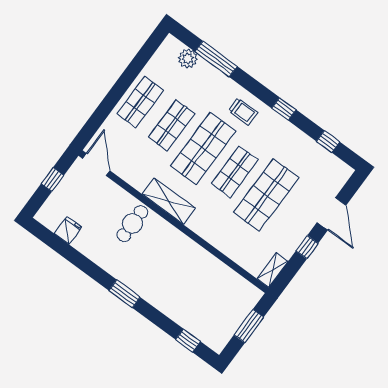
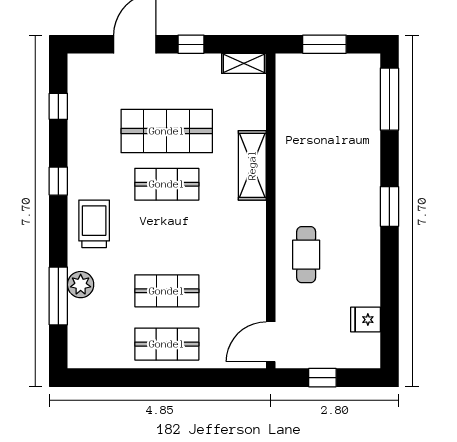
plant: (188, 58) -> (81, 285), moved
trolley: (243, 112) -> (94, 224), width x1.36, depth x1.39
shop shelf: (203, 149) -> (167, 238), removed
shelving: (169, 201) -> (252, 165), moved
cafe table: (132, 223) -> (306, 255), turned 90
window: (188, 341) -> (389, 99), width x2.17

